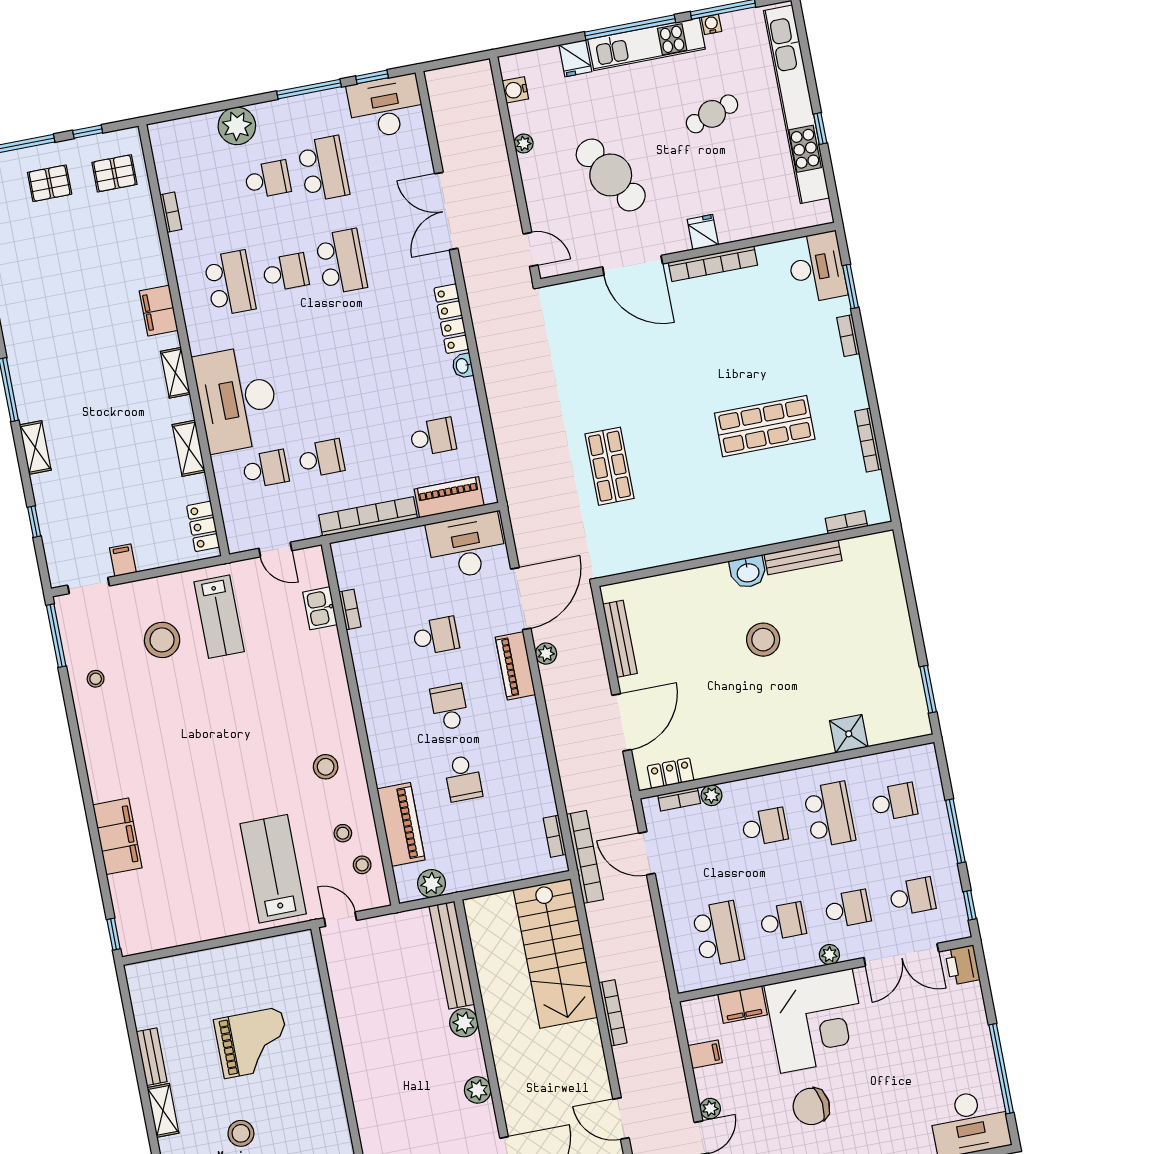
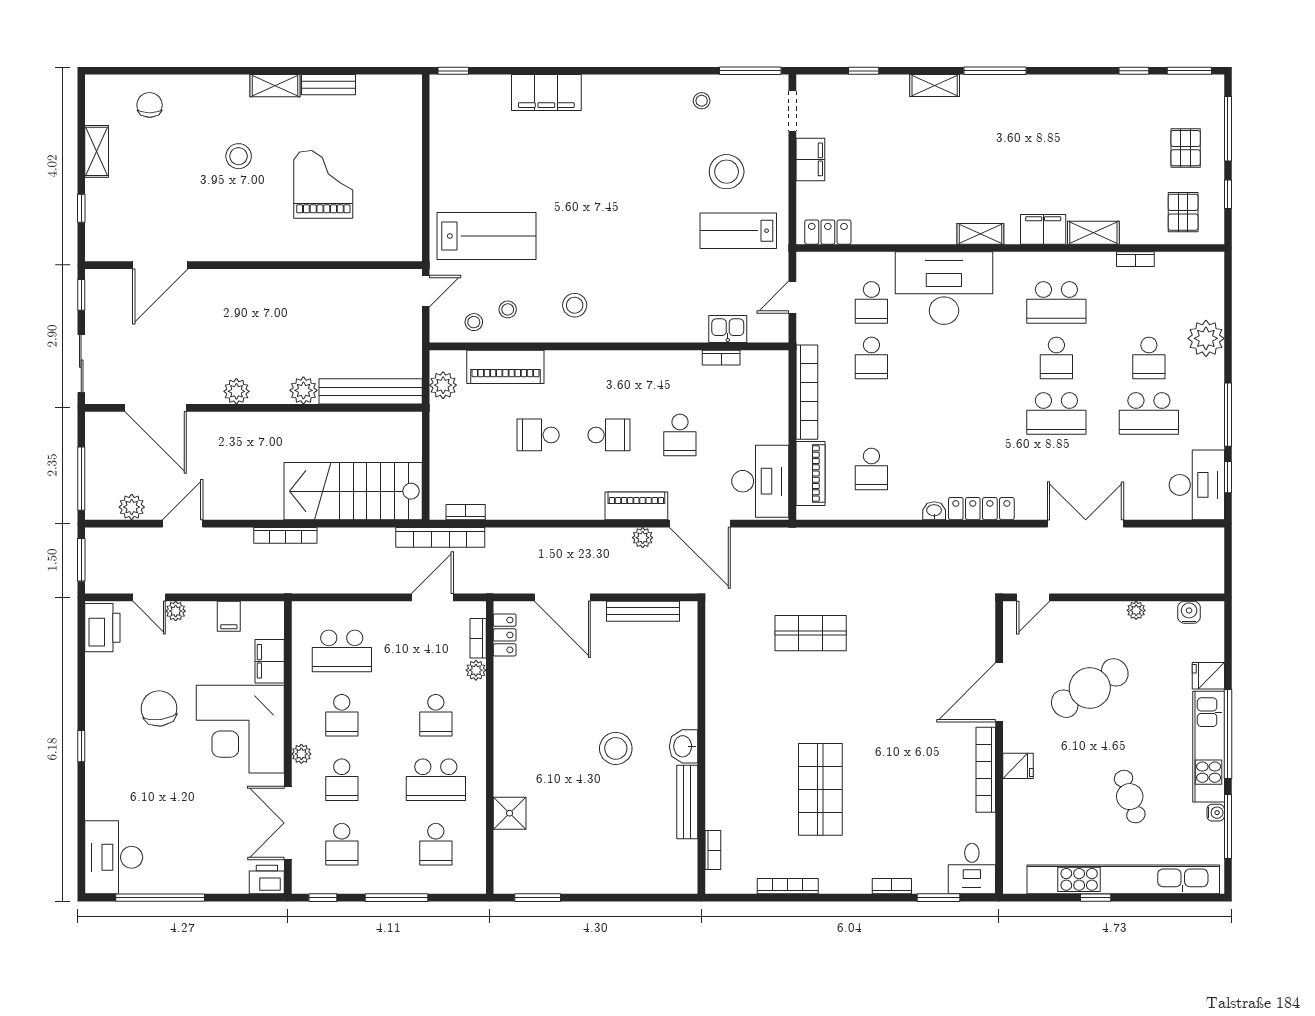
desk: (817, 267) -> (972, 869), width x0.73
shelving: (189, 448) -> (1093, 233), moved
filing cabinet: (123, 560) -> (810, 159), width x2.00
grand piano: (253, 1043) -> (323, 184), turned 180

